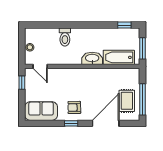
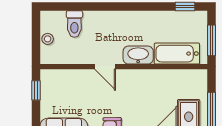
toilet: (65, 37) -> (74, 24), moved
door: (40, 66) -> (105, 67), moved

